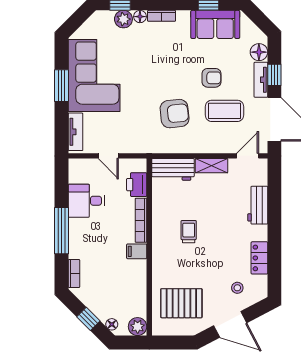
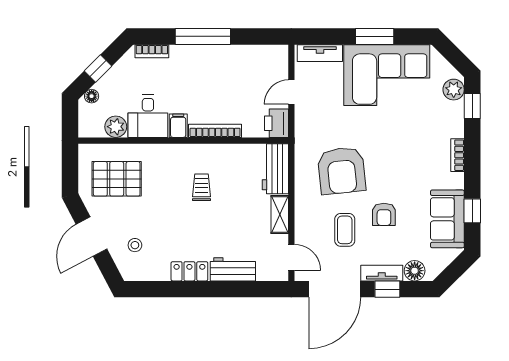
floor lamp: (140, 17) -> (457, 130), removed
plant: (123, 19) -> (454, 90), moved
coffee table: (225, 111) -> (345, 230), width x0.73, depth x0.77
armchair: (175, 114) -> (342, 171), width x1.36, depth x1.36
printer: (137, 185) -> (276, 123), moved, turned -90
desk: (86, 201) -> (148, 116), moved, turned 180
trolley: (189, 232) -> (202, 187), turned -90
locker: (259, 258) -> (189, 271), moved
pallet: (181, 303) -> (117, 179), turned 90
plant: (138, 327) -> (116, 127), moved

